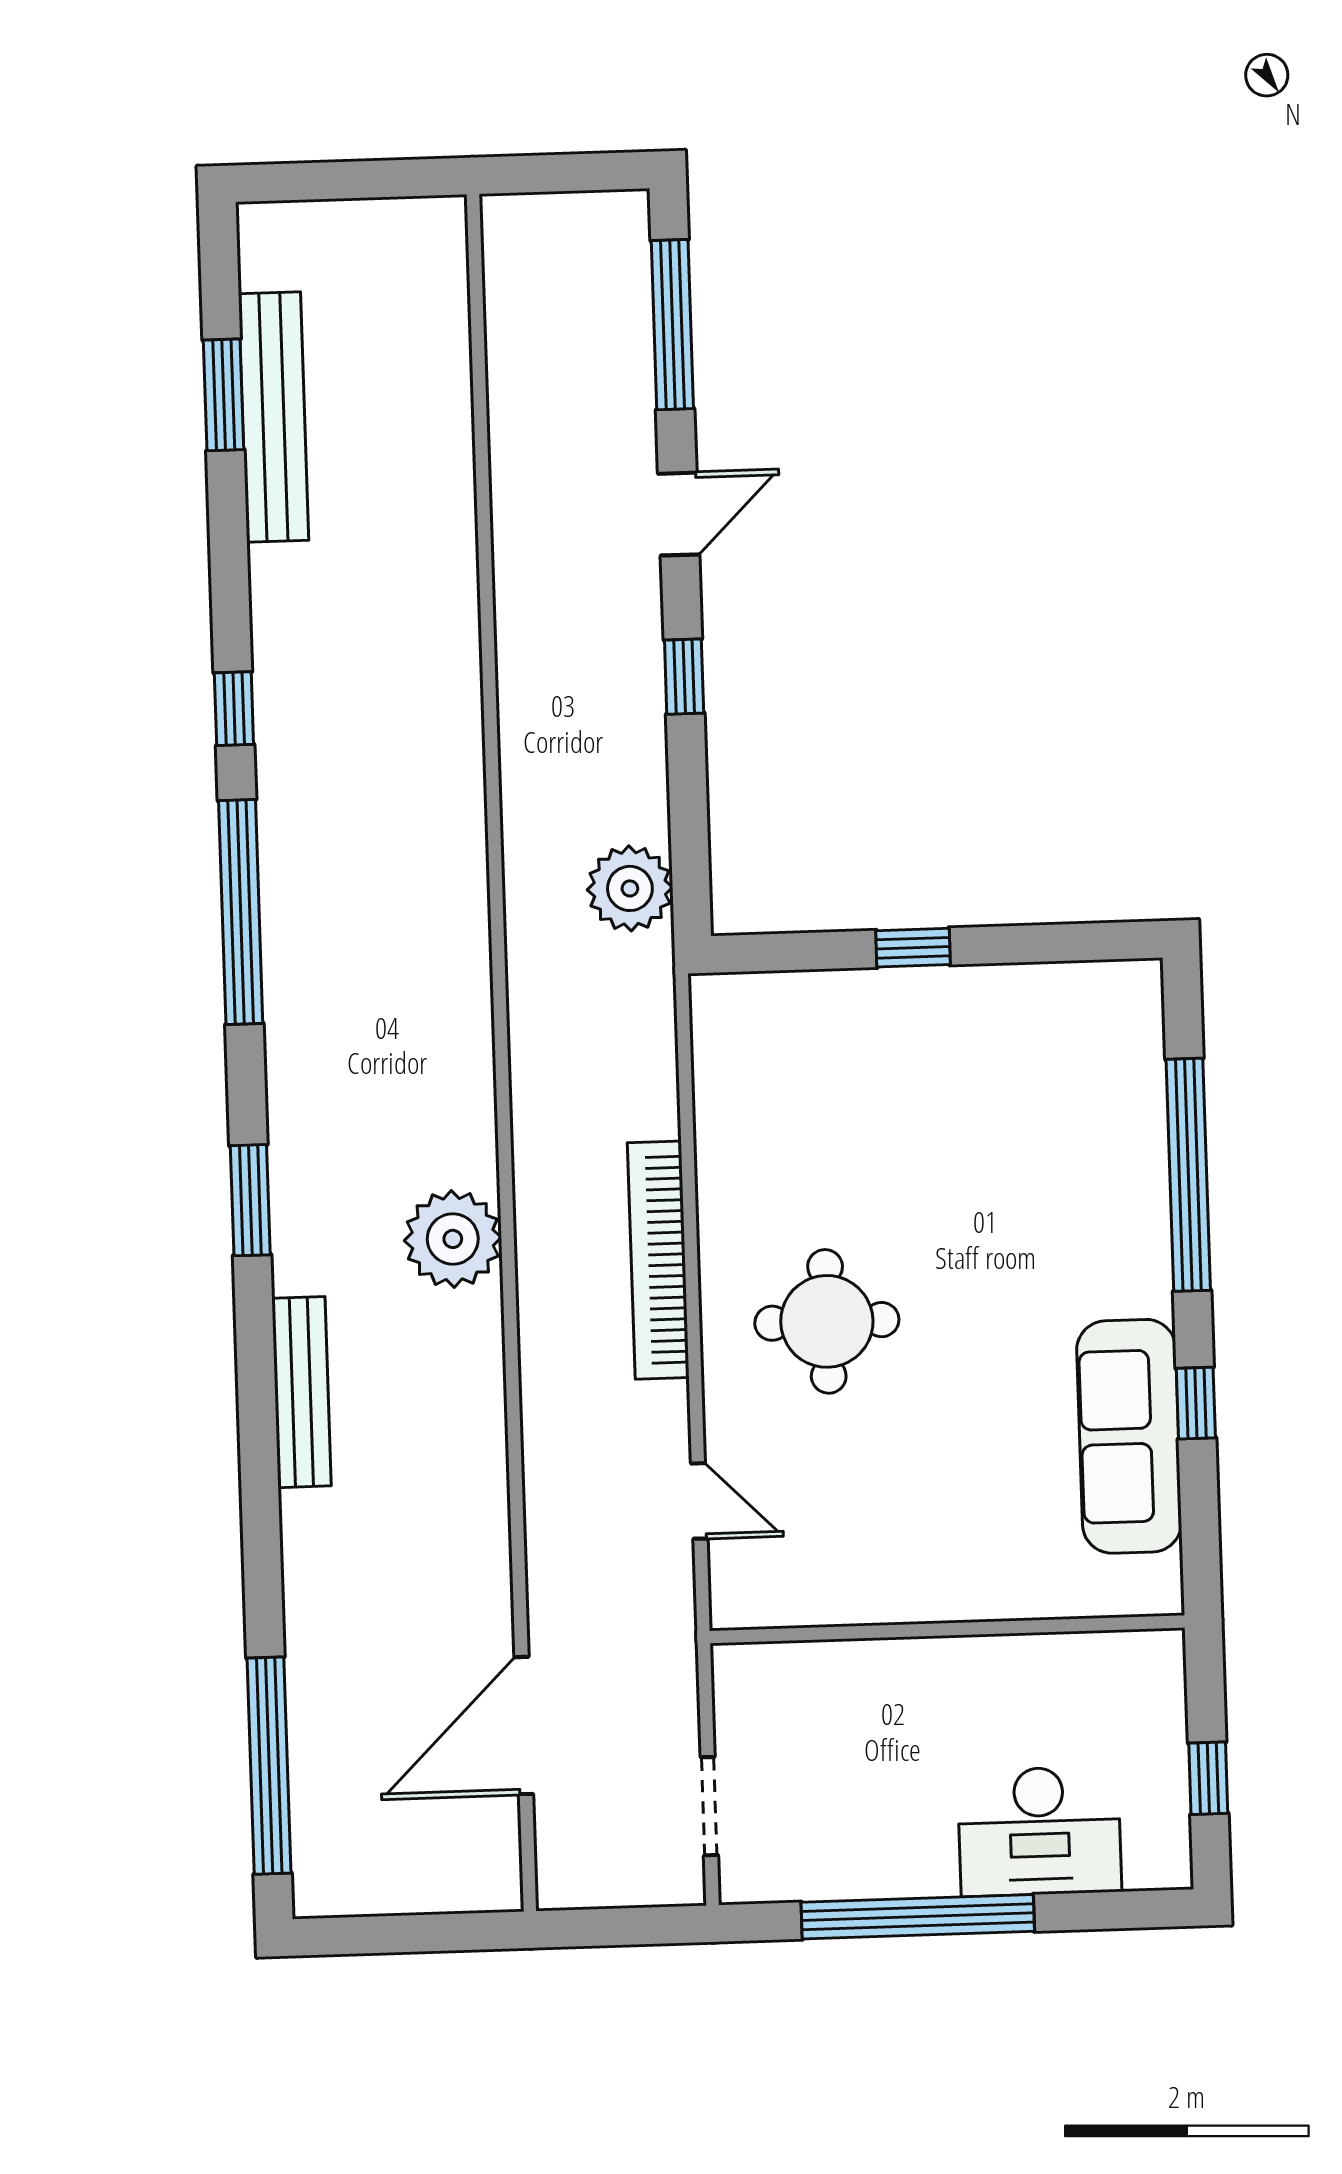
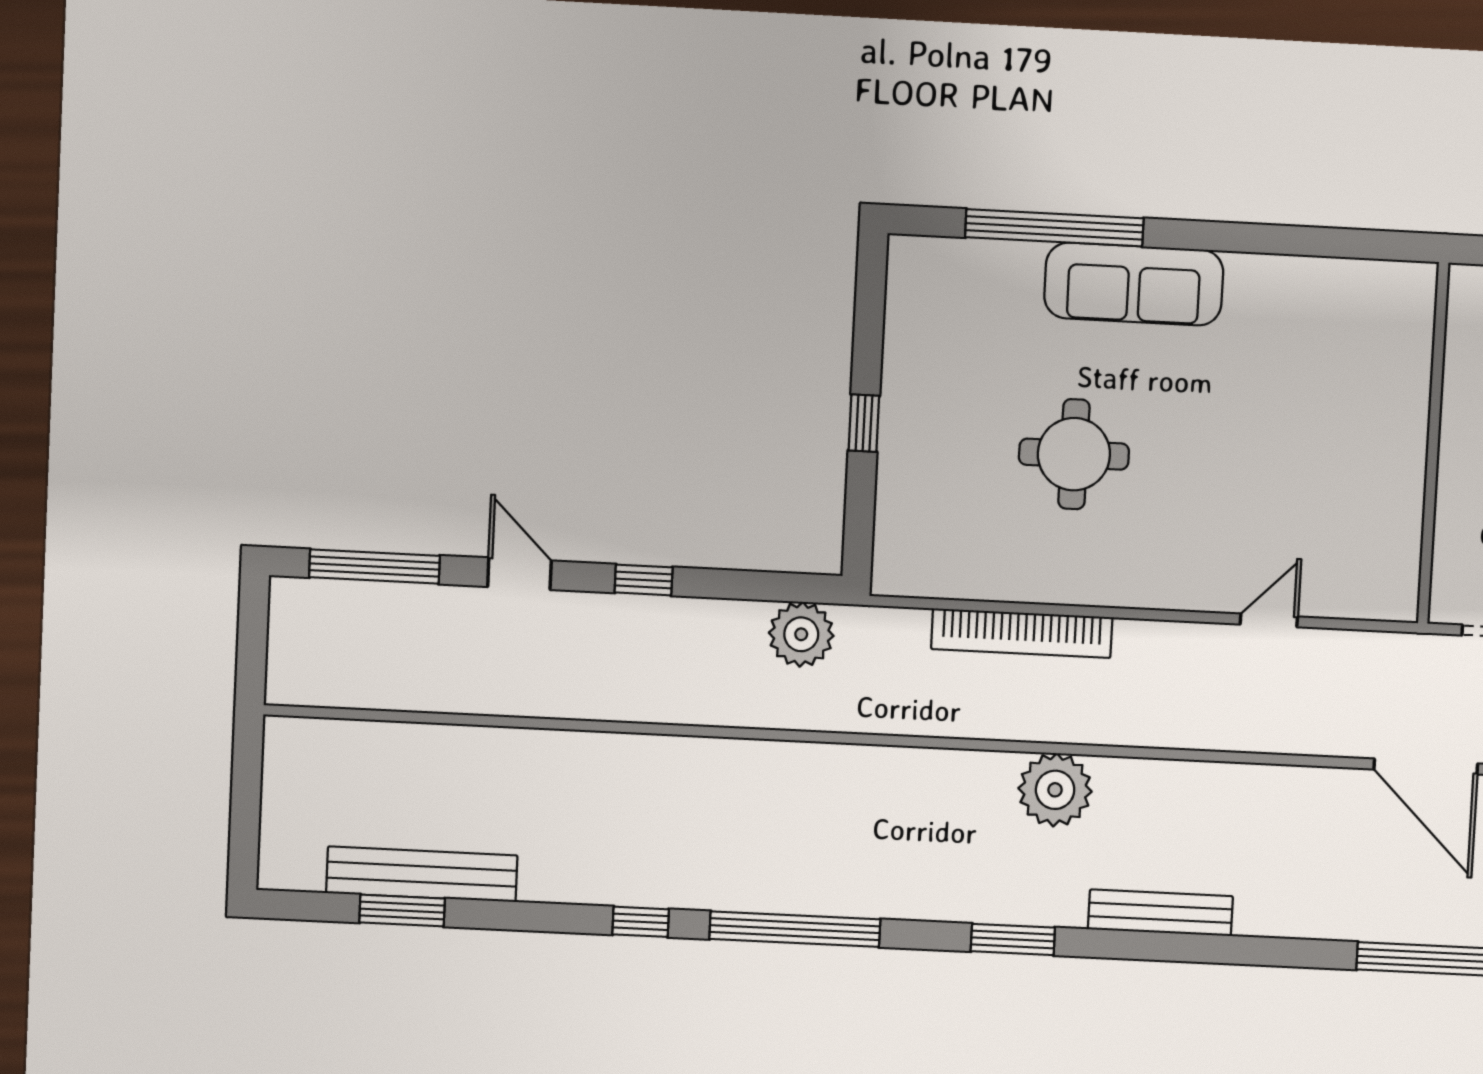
bookcase: (658, 1260) -> (1022, 633), moved
round table: (827, 1321) -> (1074, 454), moved
window: (1196, 1403) -> (1228, 237), removed
sofa: (1129, 1436) -> (1134, 284), moved
wall: (947, 1629) -> (1433, 443), moved

